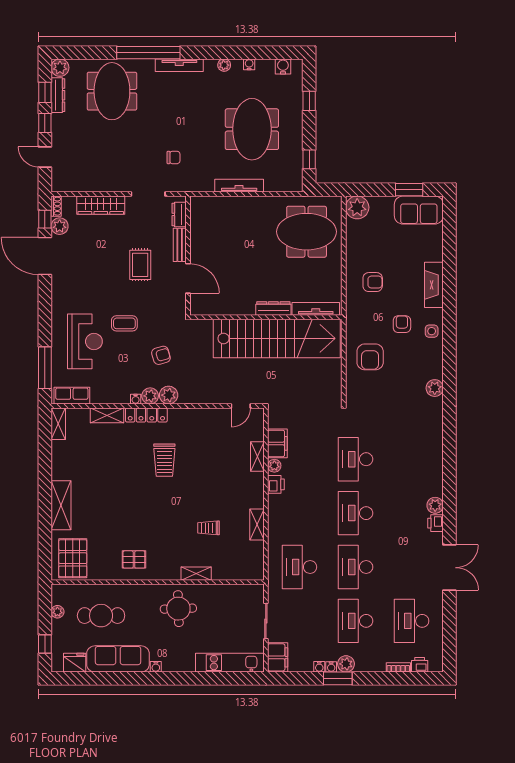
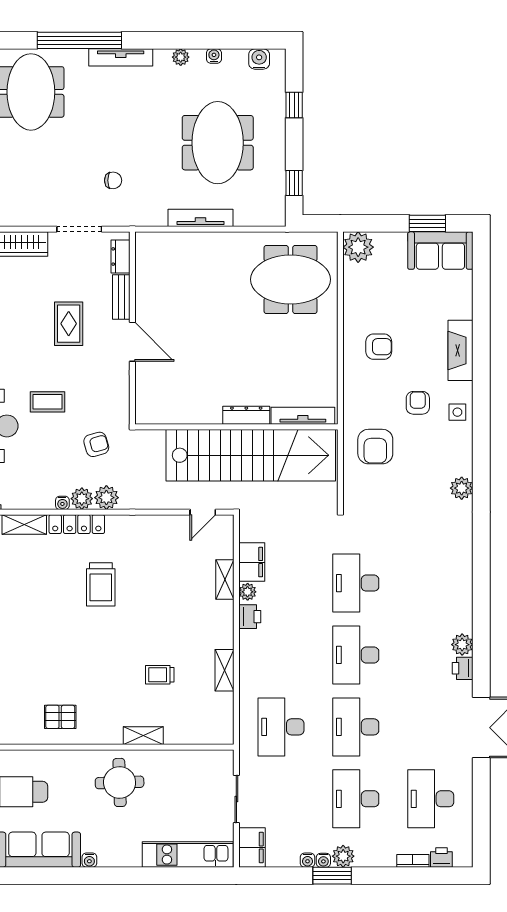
dresser: (273, 308) -> (246, 415), moved
tv unit: (316, 309) -> (303, 416), moved
wall: (266, 317) -> (236, 427), moved
stairs: (277, 338) -> (251, 455), moved

